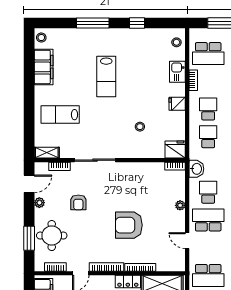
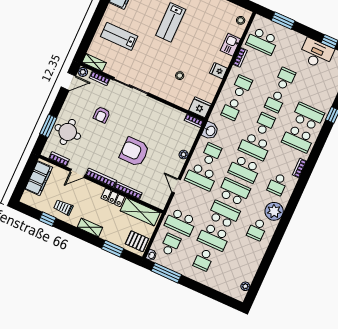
school desk: (208, 137) -> (232, 109), turned 180
plant: (39, 203) -> (83, 72), moved
school desk: (208, 220) -> (201, 177), turned 180

